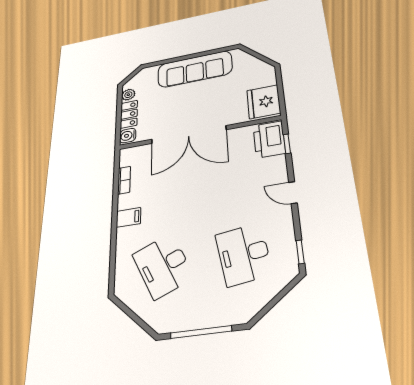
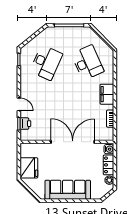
fridge: (264, 102) -> (29, 168), moved
printer: (269, 139) -> (25, 124), width x0.53, depth x0.68
door: (293, 193) -> (19, 104), moved
filing cabinet: (128, 217) -> (107, 94), width x2.00
desk: (244, 254) -> (46, 63), turned 33

